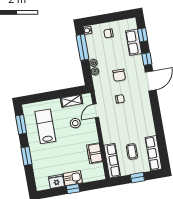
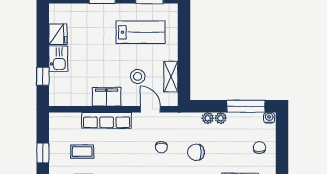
filing cabinet: (94, 153) -> (106, 97), moved
row of seats: (112, 161) -> (107, 120), moved
window: (73, 189) -> (43, 76), moved

